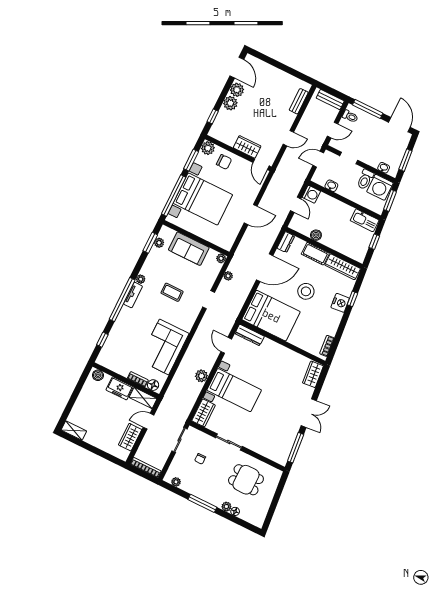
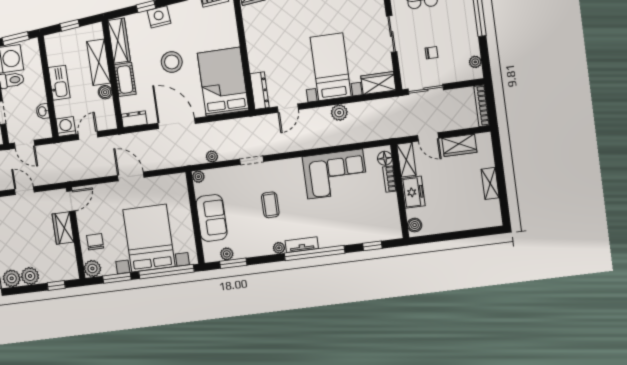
kitchen sink: (365, 220) -> (59, 83), moved
shelving: (338, 244) -> (99, 62), added
shelving: (74, 431) -> (490, 183), moved

